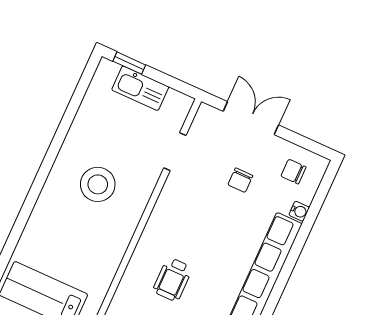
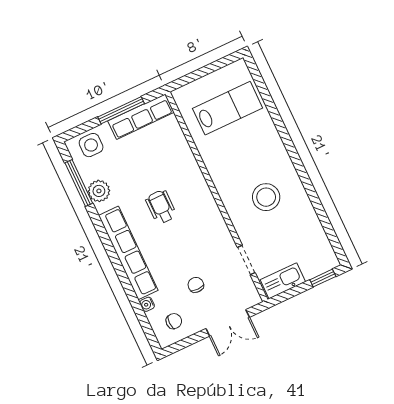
kitchen sink: (140, 88) -> (283, 281), moved
wheelchair: (173, 279) -> (161, 207), moved

